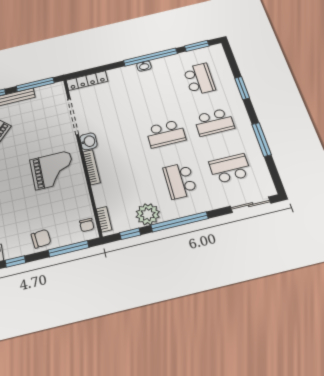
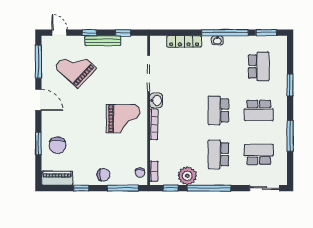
locker: (87, 81) -> (184, 41), moved
window: (35, 84) -> (123, 33), width x0.46
school desk: (166, 134) -> (218, 110), turned 90

